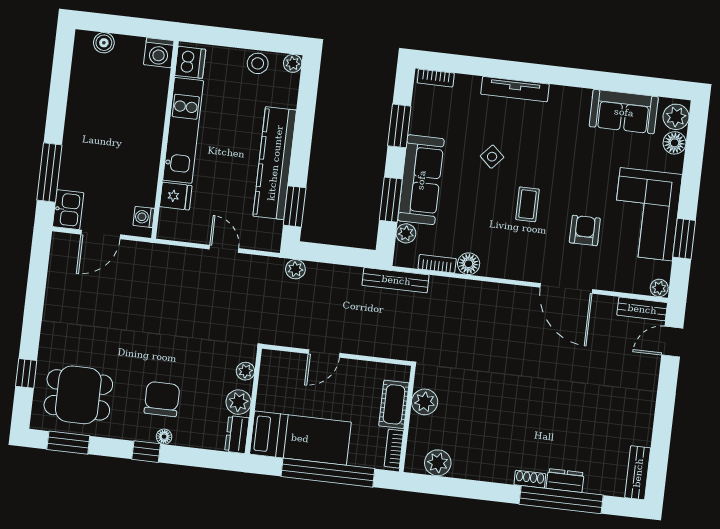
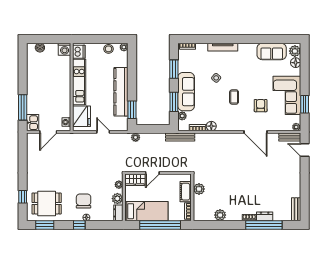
fridge: (176, 196) -> (82, 116), width x1.88, depth x1.34
door: (672, 342) -> (305, 150), hinge flipped
wardrobe: (283, 364) -> (135, 180), added
plant: (438, 463) -> (220, 215), moved

